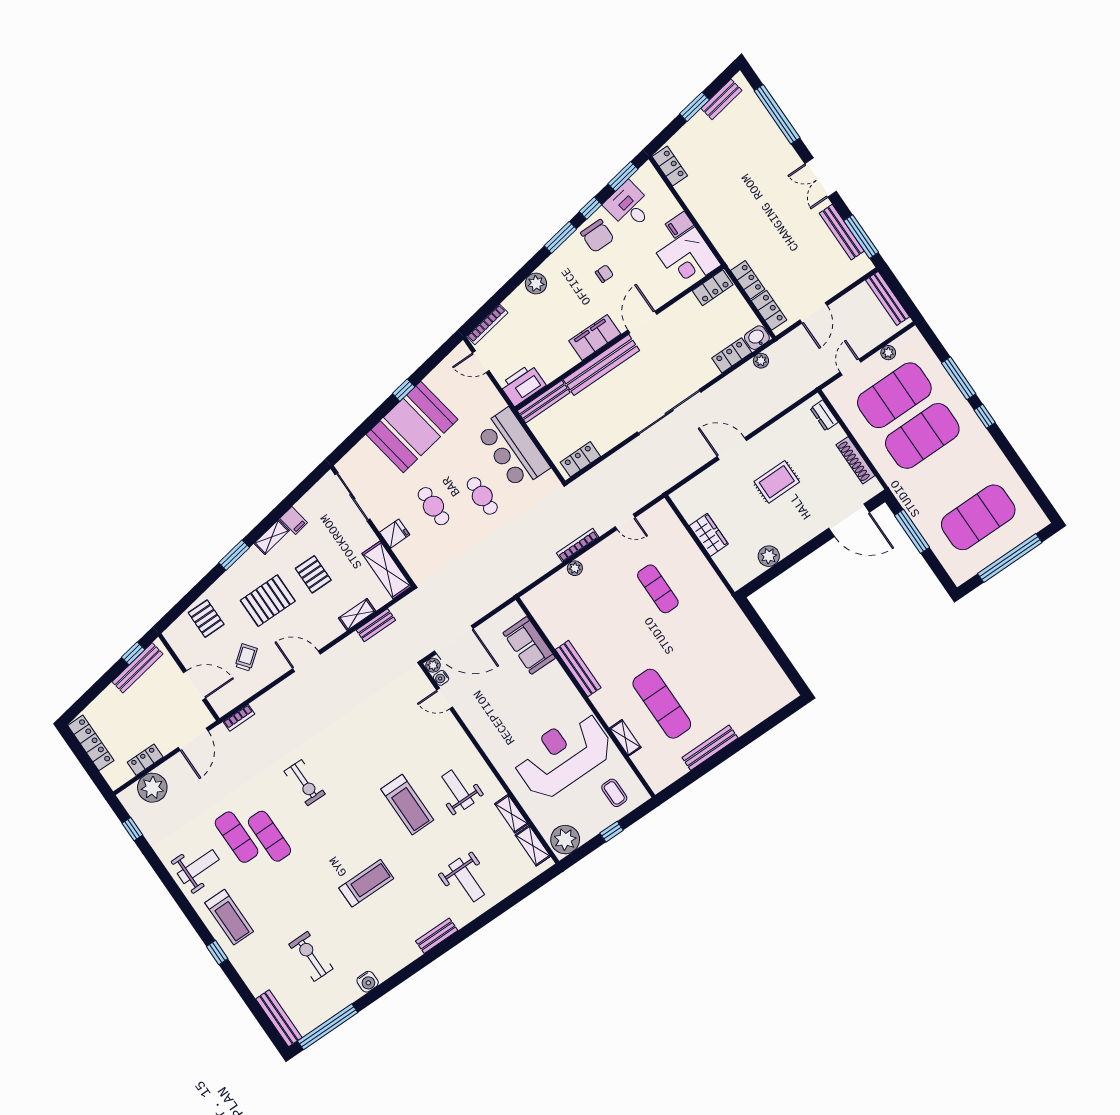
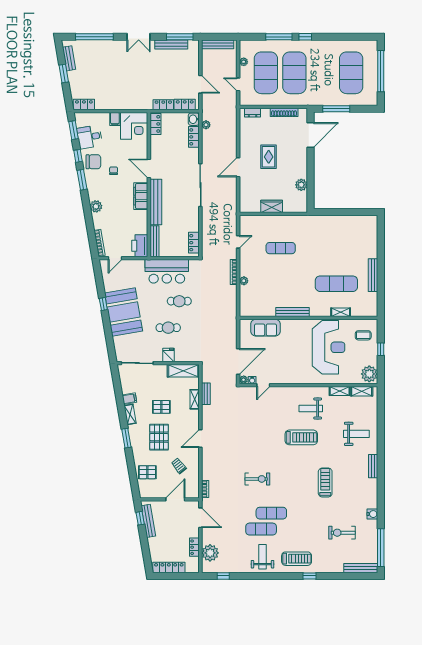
reception desk: (563, 755) -> (329, 347), turned 180

